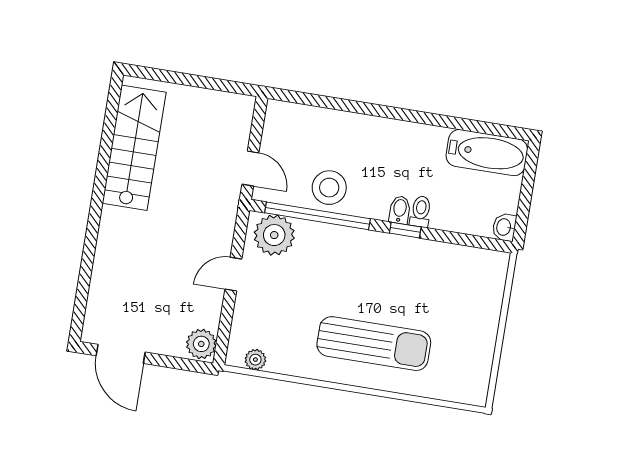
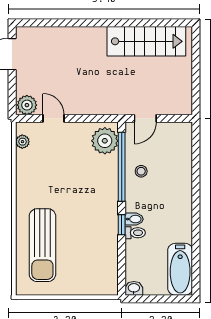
stool: (329, 188) -> (141, 171), width x0.53, depth x0.53
door: (233, 274) -> (54, 118), moved
sun lounger: (374, 344) -> (42, 245), moved

